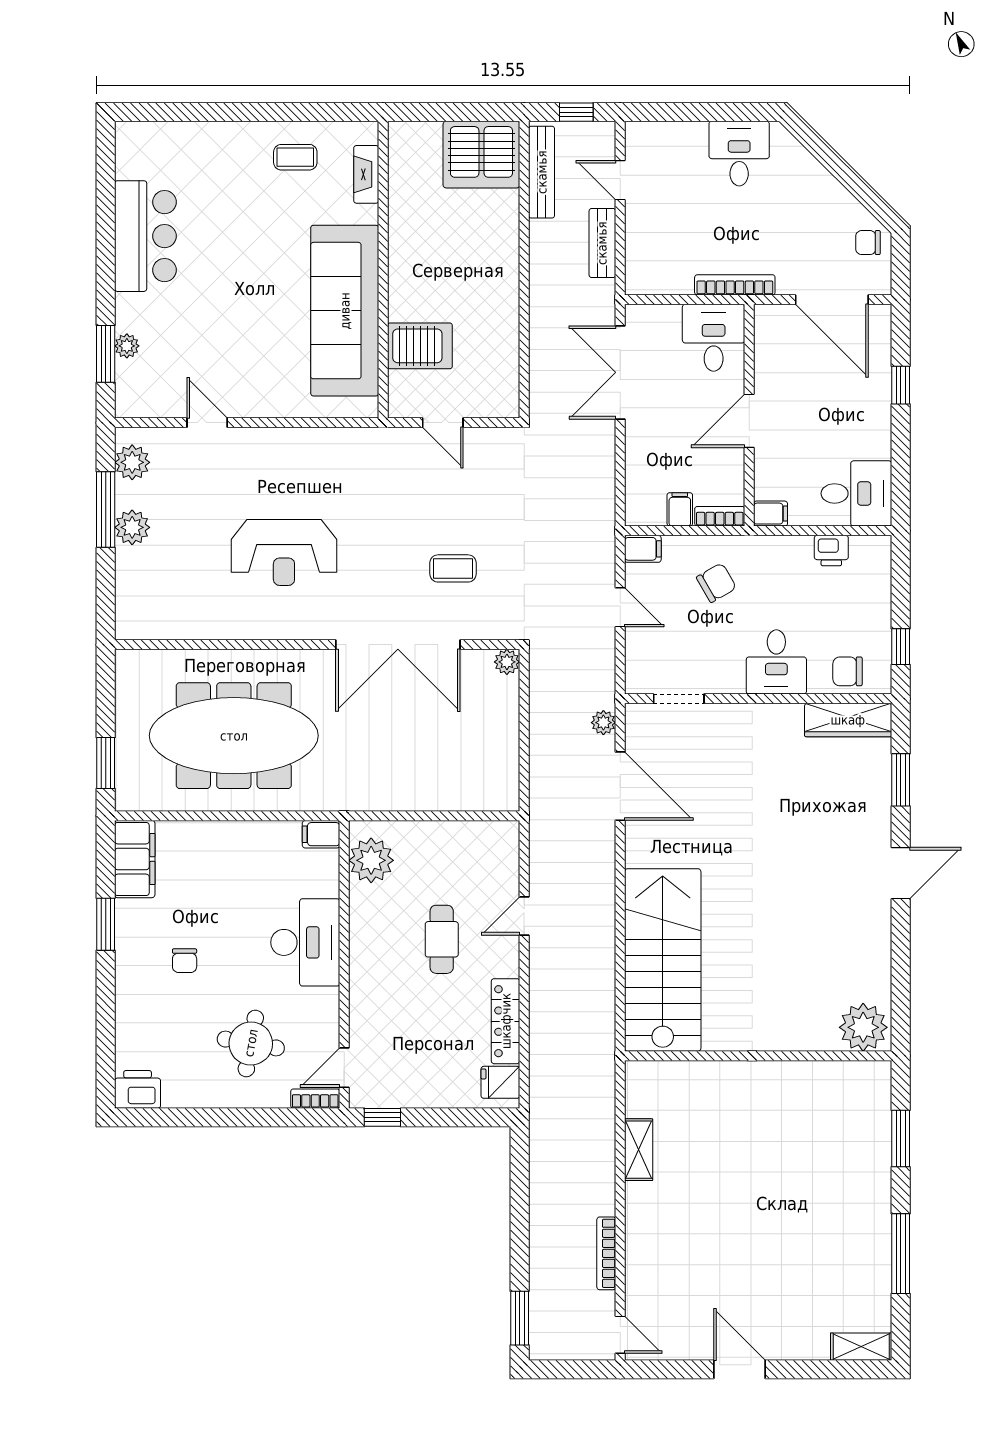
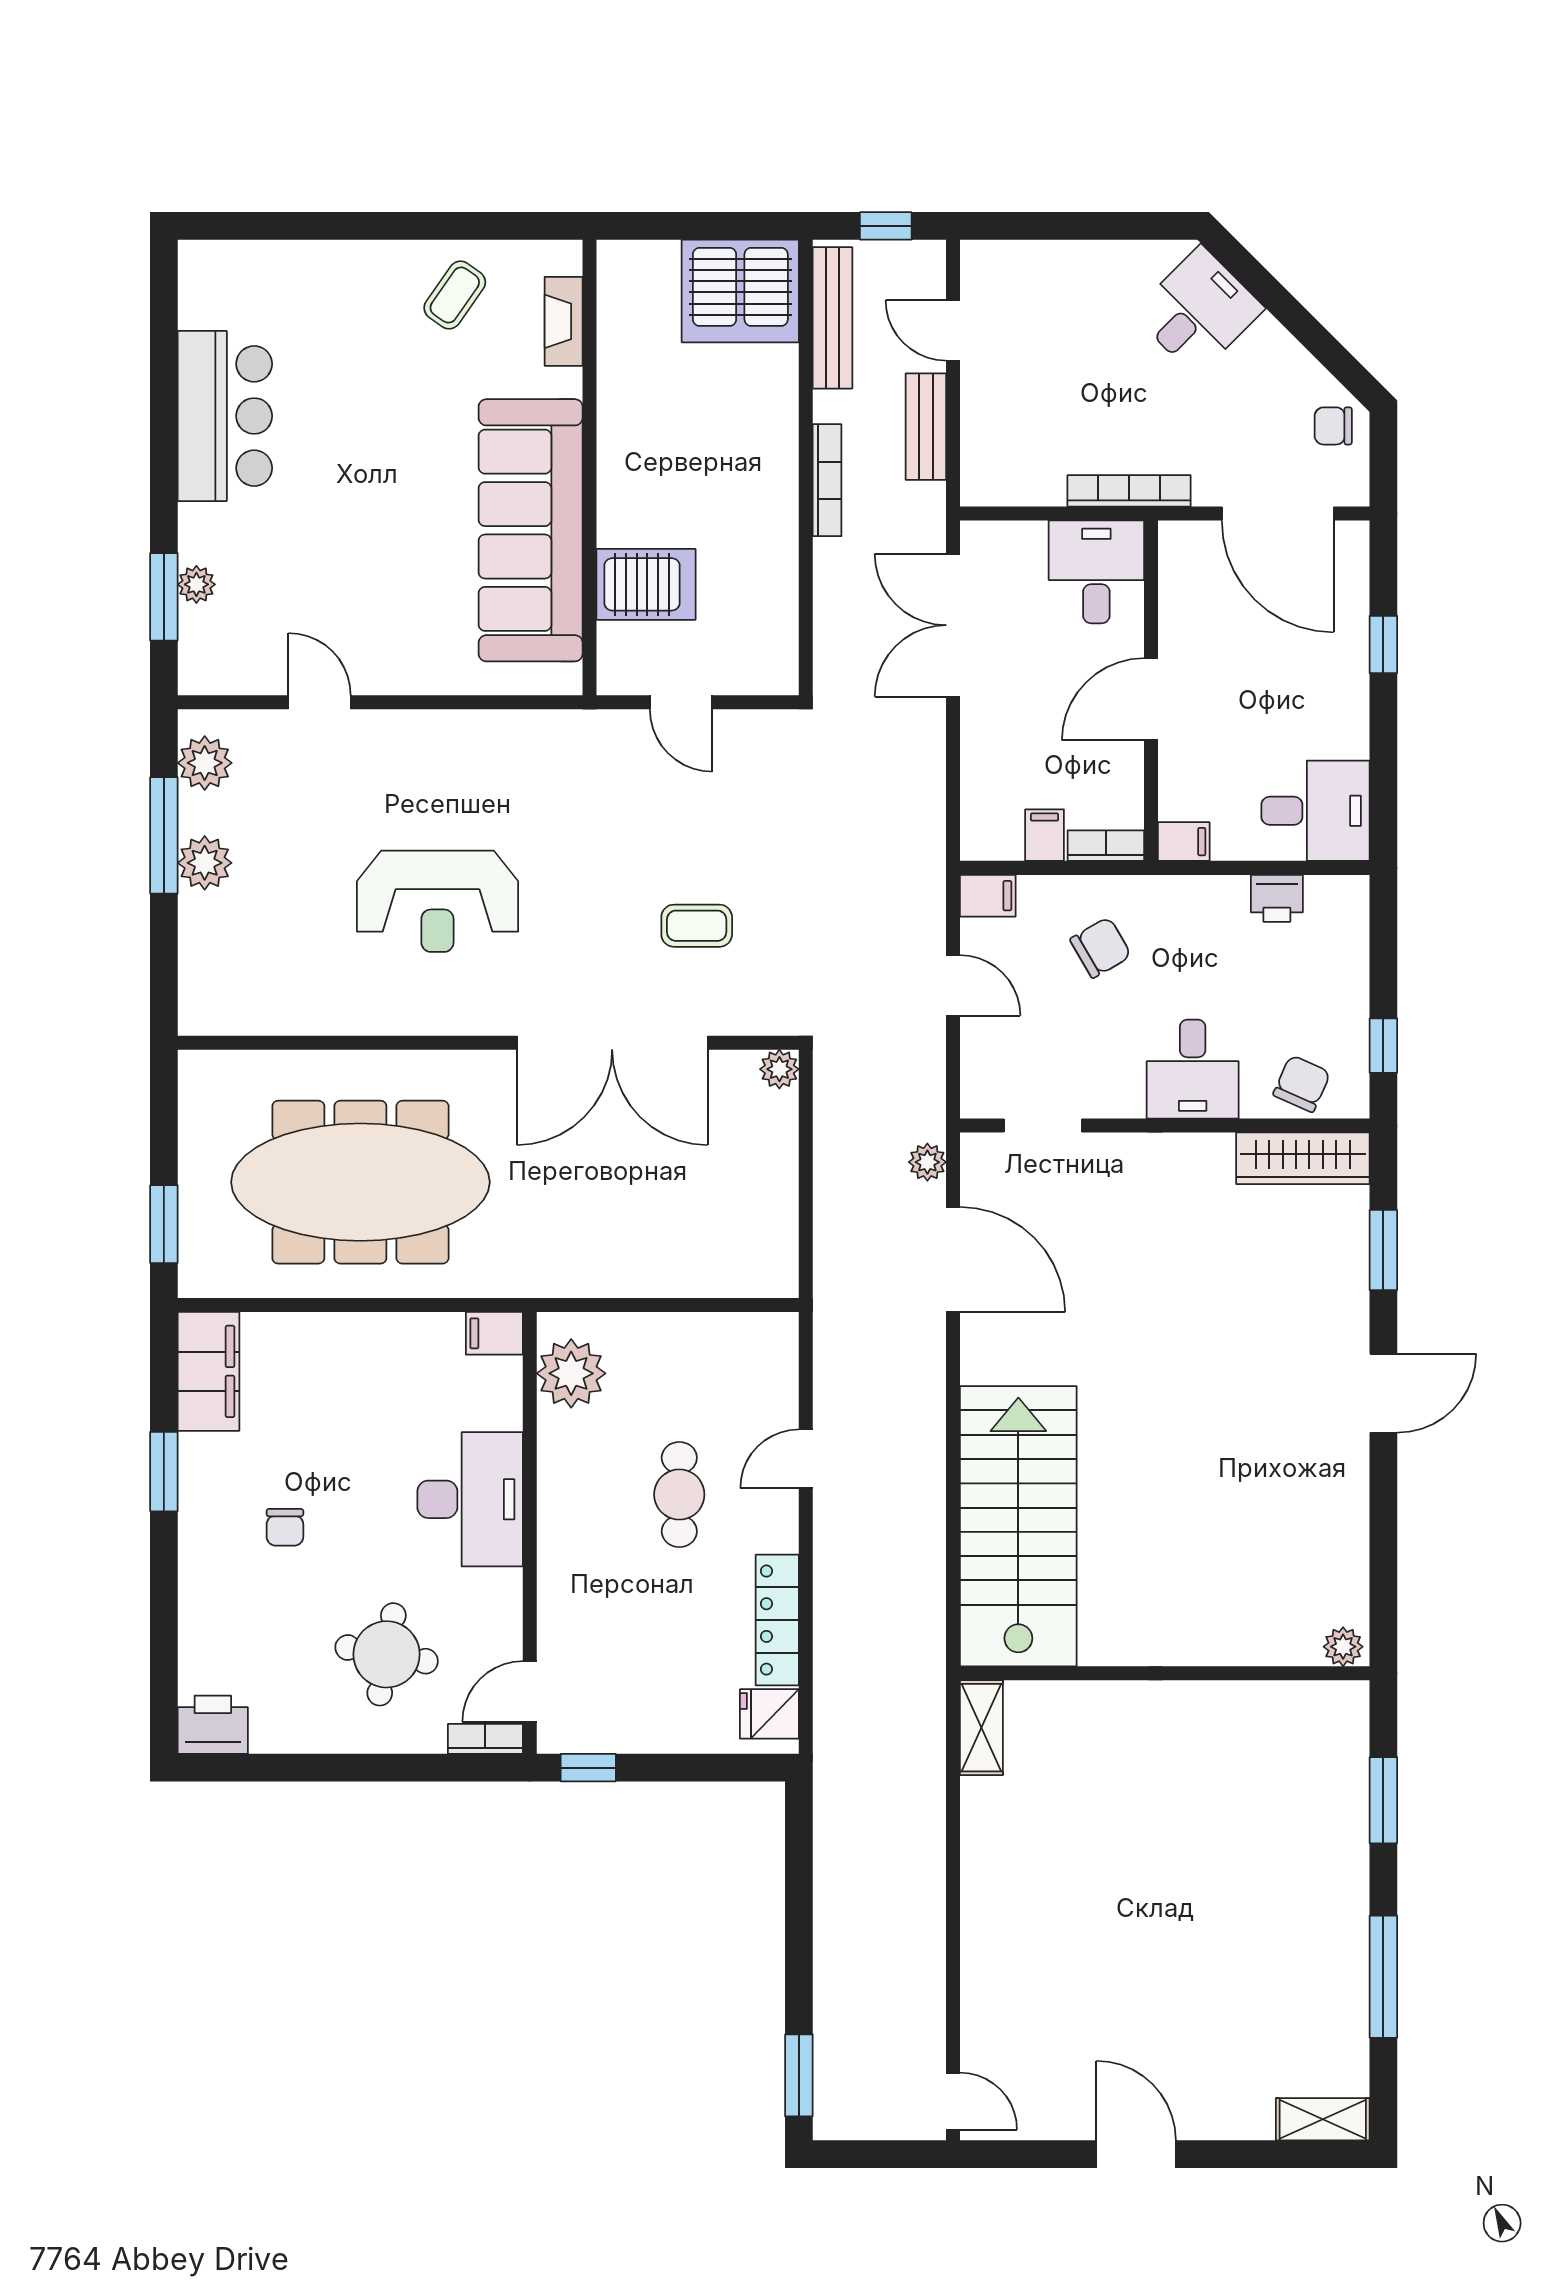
desk: (739, 154) -> (1198, 311), moved, turned 45
coffee table: (295, 157) -> (455, 295), turned -55
chair: (848, 671) -> (1302, 1084), turned 114
plant: (863, 1027) -> (1343, 1647), width x0.53, depth x0.53
shelving: (639, 1150) -> (981, 1728), moved
bookcase: (606, 1253) -> (827, 480), moved, turned 180

